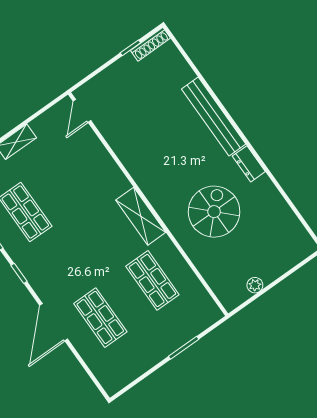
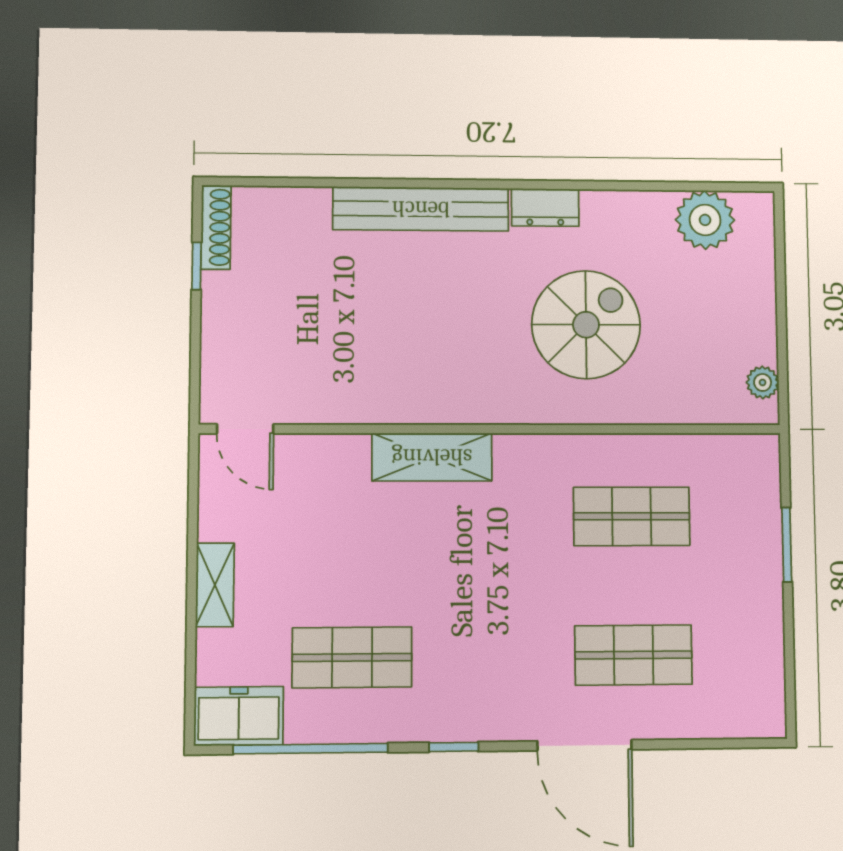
spiral stairs: (214, 212) -> (586, 325), turned 90
shelving: (141, 216) -> (432, 457), moved
plant: (289, 229) -> (705, 220), added
plant: (255, 285) -> (763, 382), moved

